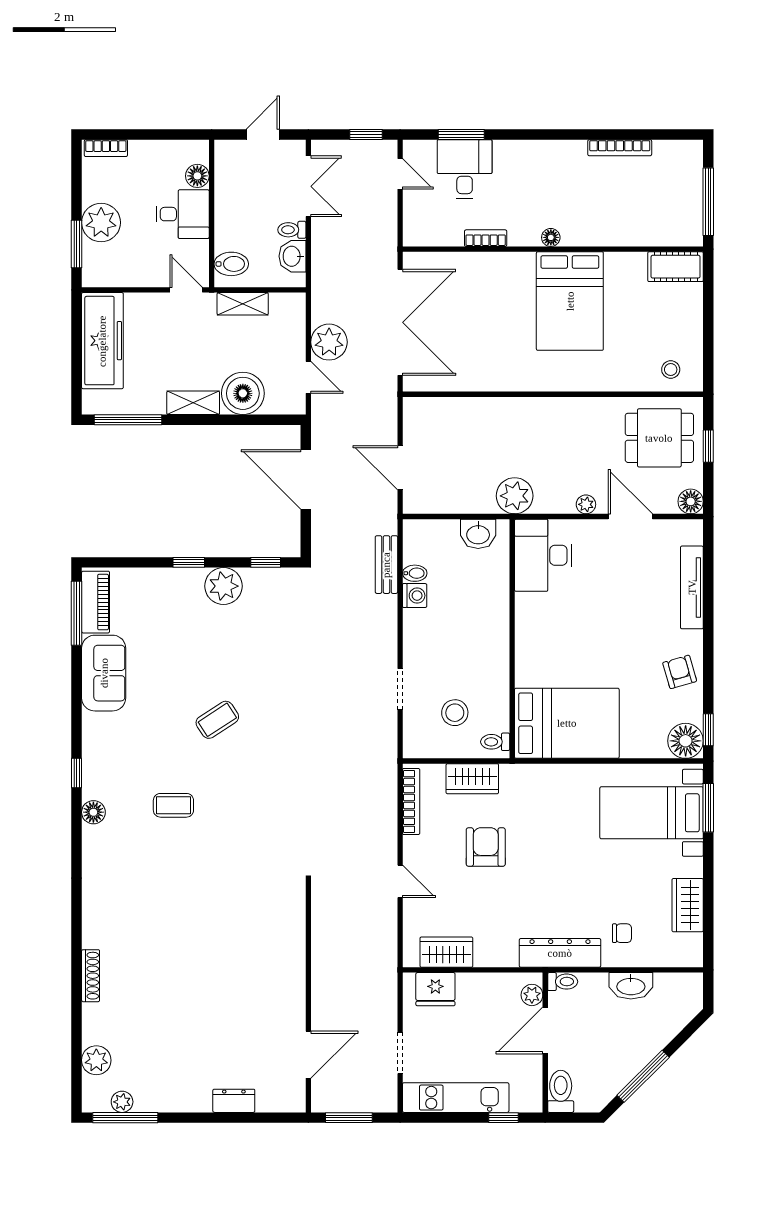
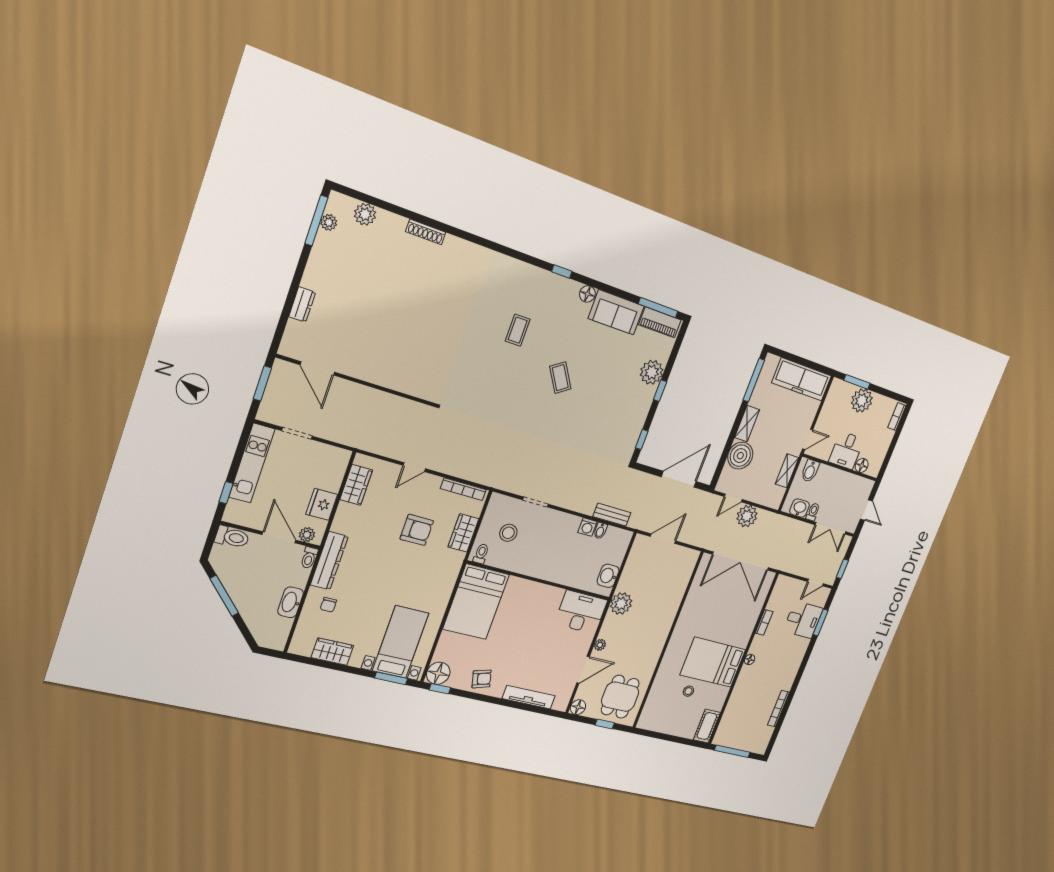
stool: (671, 370) -> (688, 691), moved
plant: (223, 586) -> (652, 372), moved
floor lamp: (93, 812) -> (587, 294), moved
fridge: (435, 989) -> (322, 504), moved

